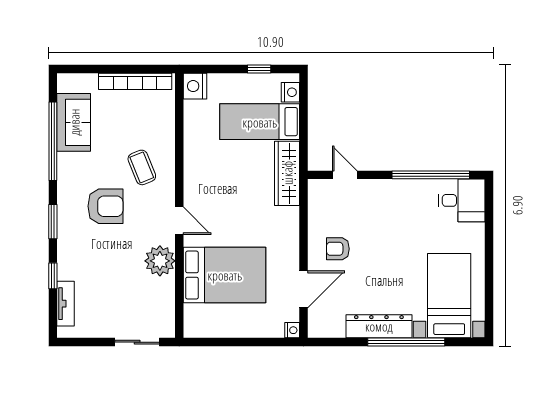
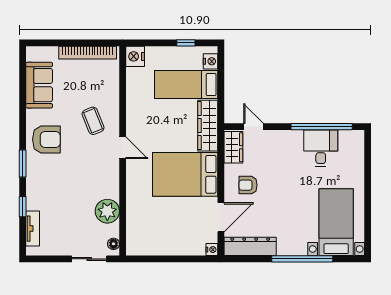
window: (53, 141) -> (23, 100), removed
desk: (462, 200) -> (321, 148), moved, turned -90
wardrobe: (319, 201) -> (233, 147), added
armchair: (105, 206) -> (46, 139), moved
door: (179, 221) -> (123, 148), moved
plant: (160, 261) -> (107, 211), moved
bed: (225, 275) -> (185, 174), moved, turned 180
floor lamp: (168, 323) -> (113, 244), added
dresser: (379, 326) -> (250, 246), moved

